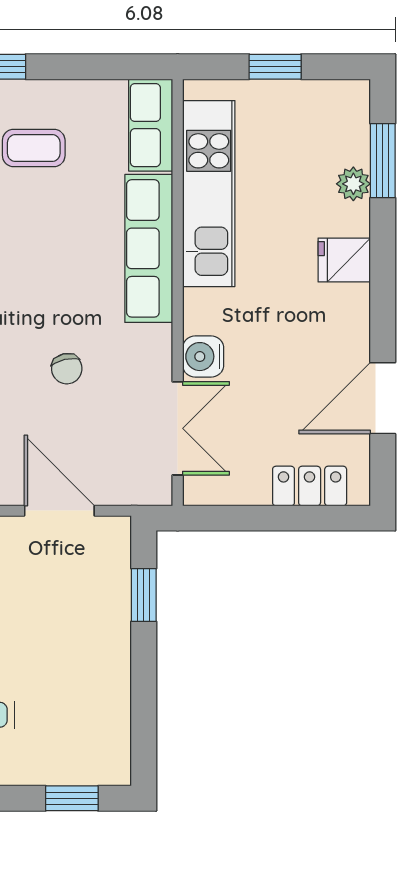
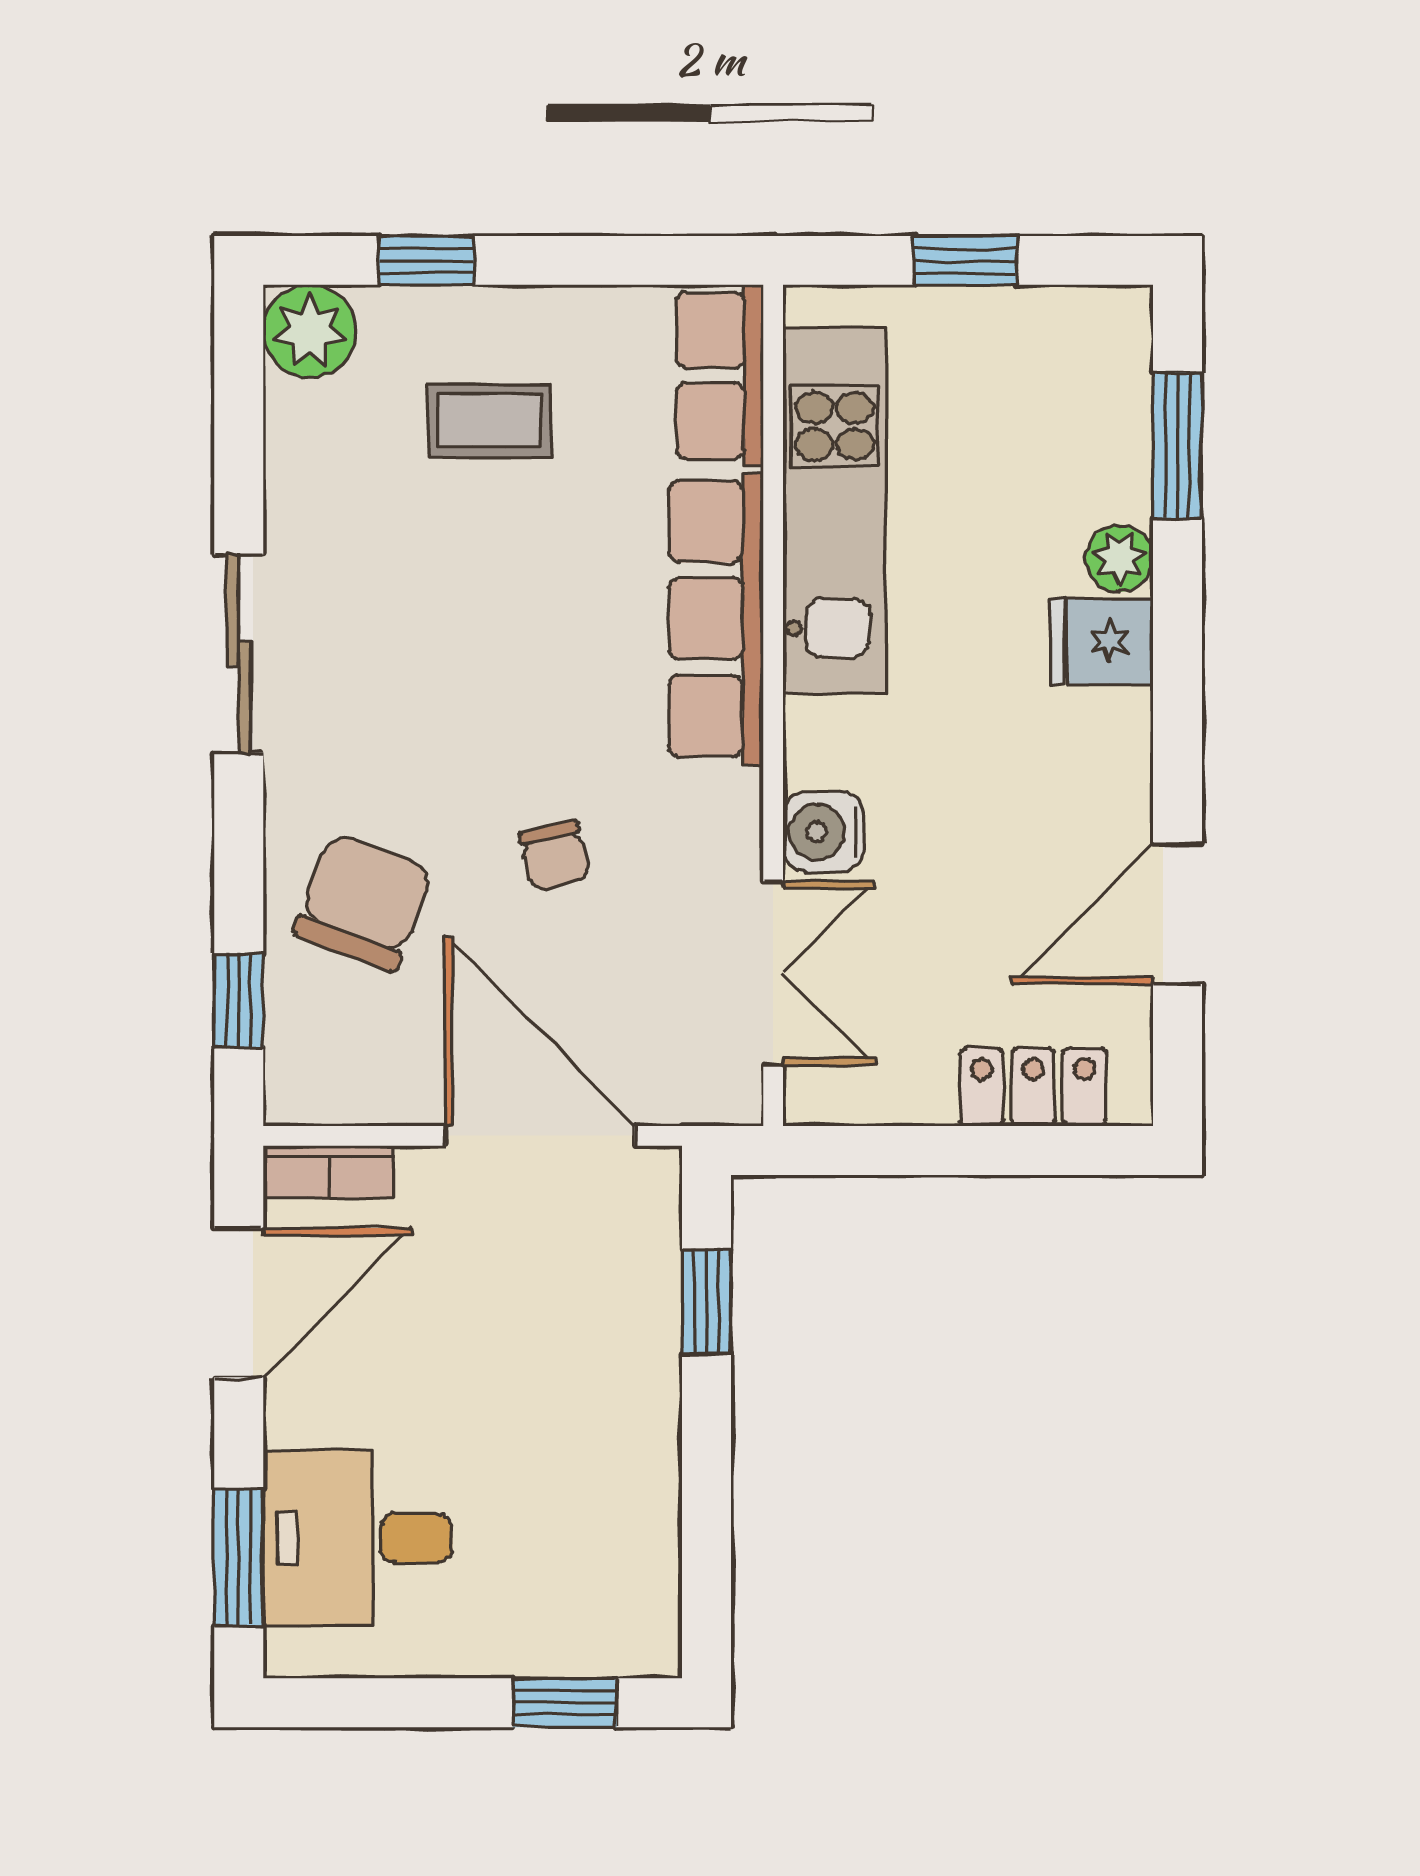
plant: (353, 184) -> (1120, 558), moved
door: (59, 511) -> (540, 1136), width x1.36

